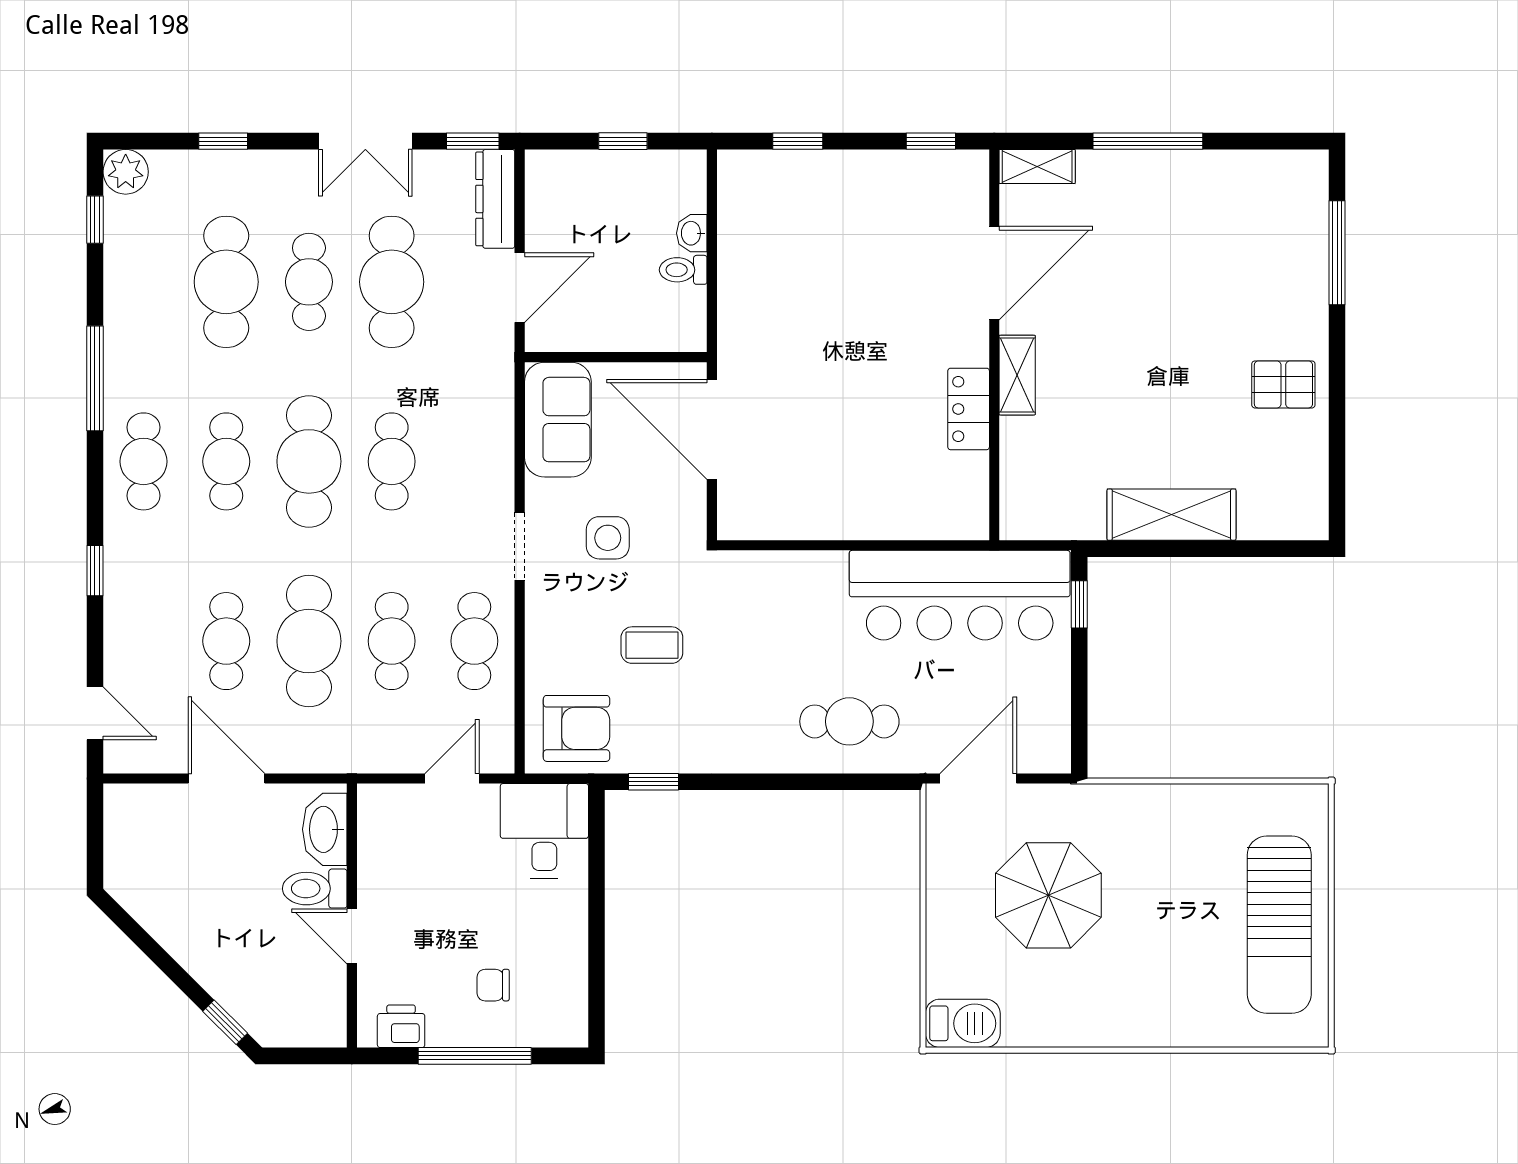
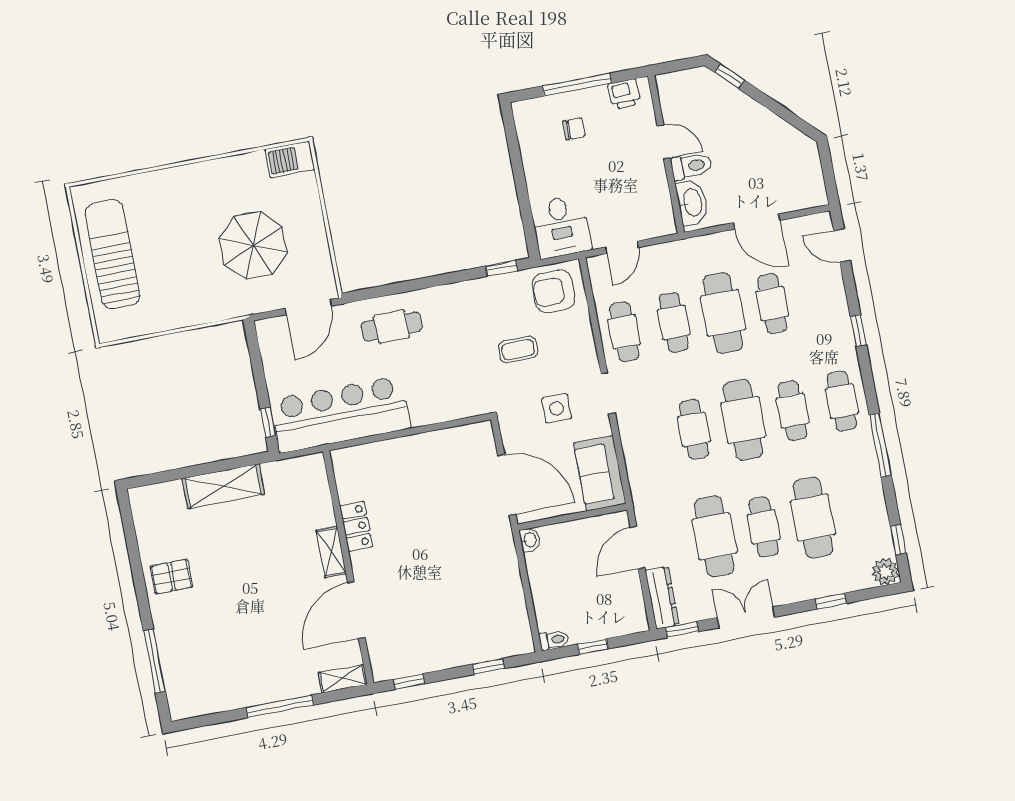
washbasin: (692, 233) -> (530, 540), moved
toilet: (683, 270) -> (554, 640), moved

